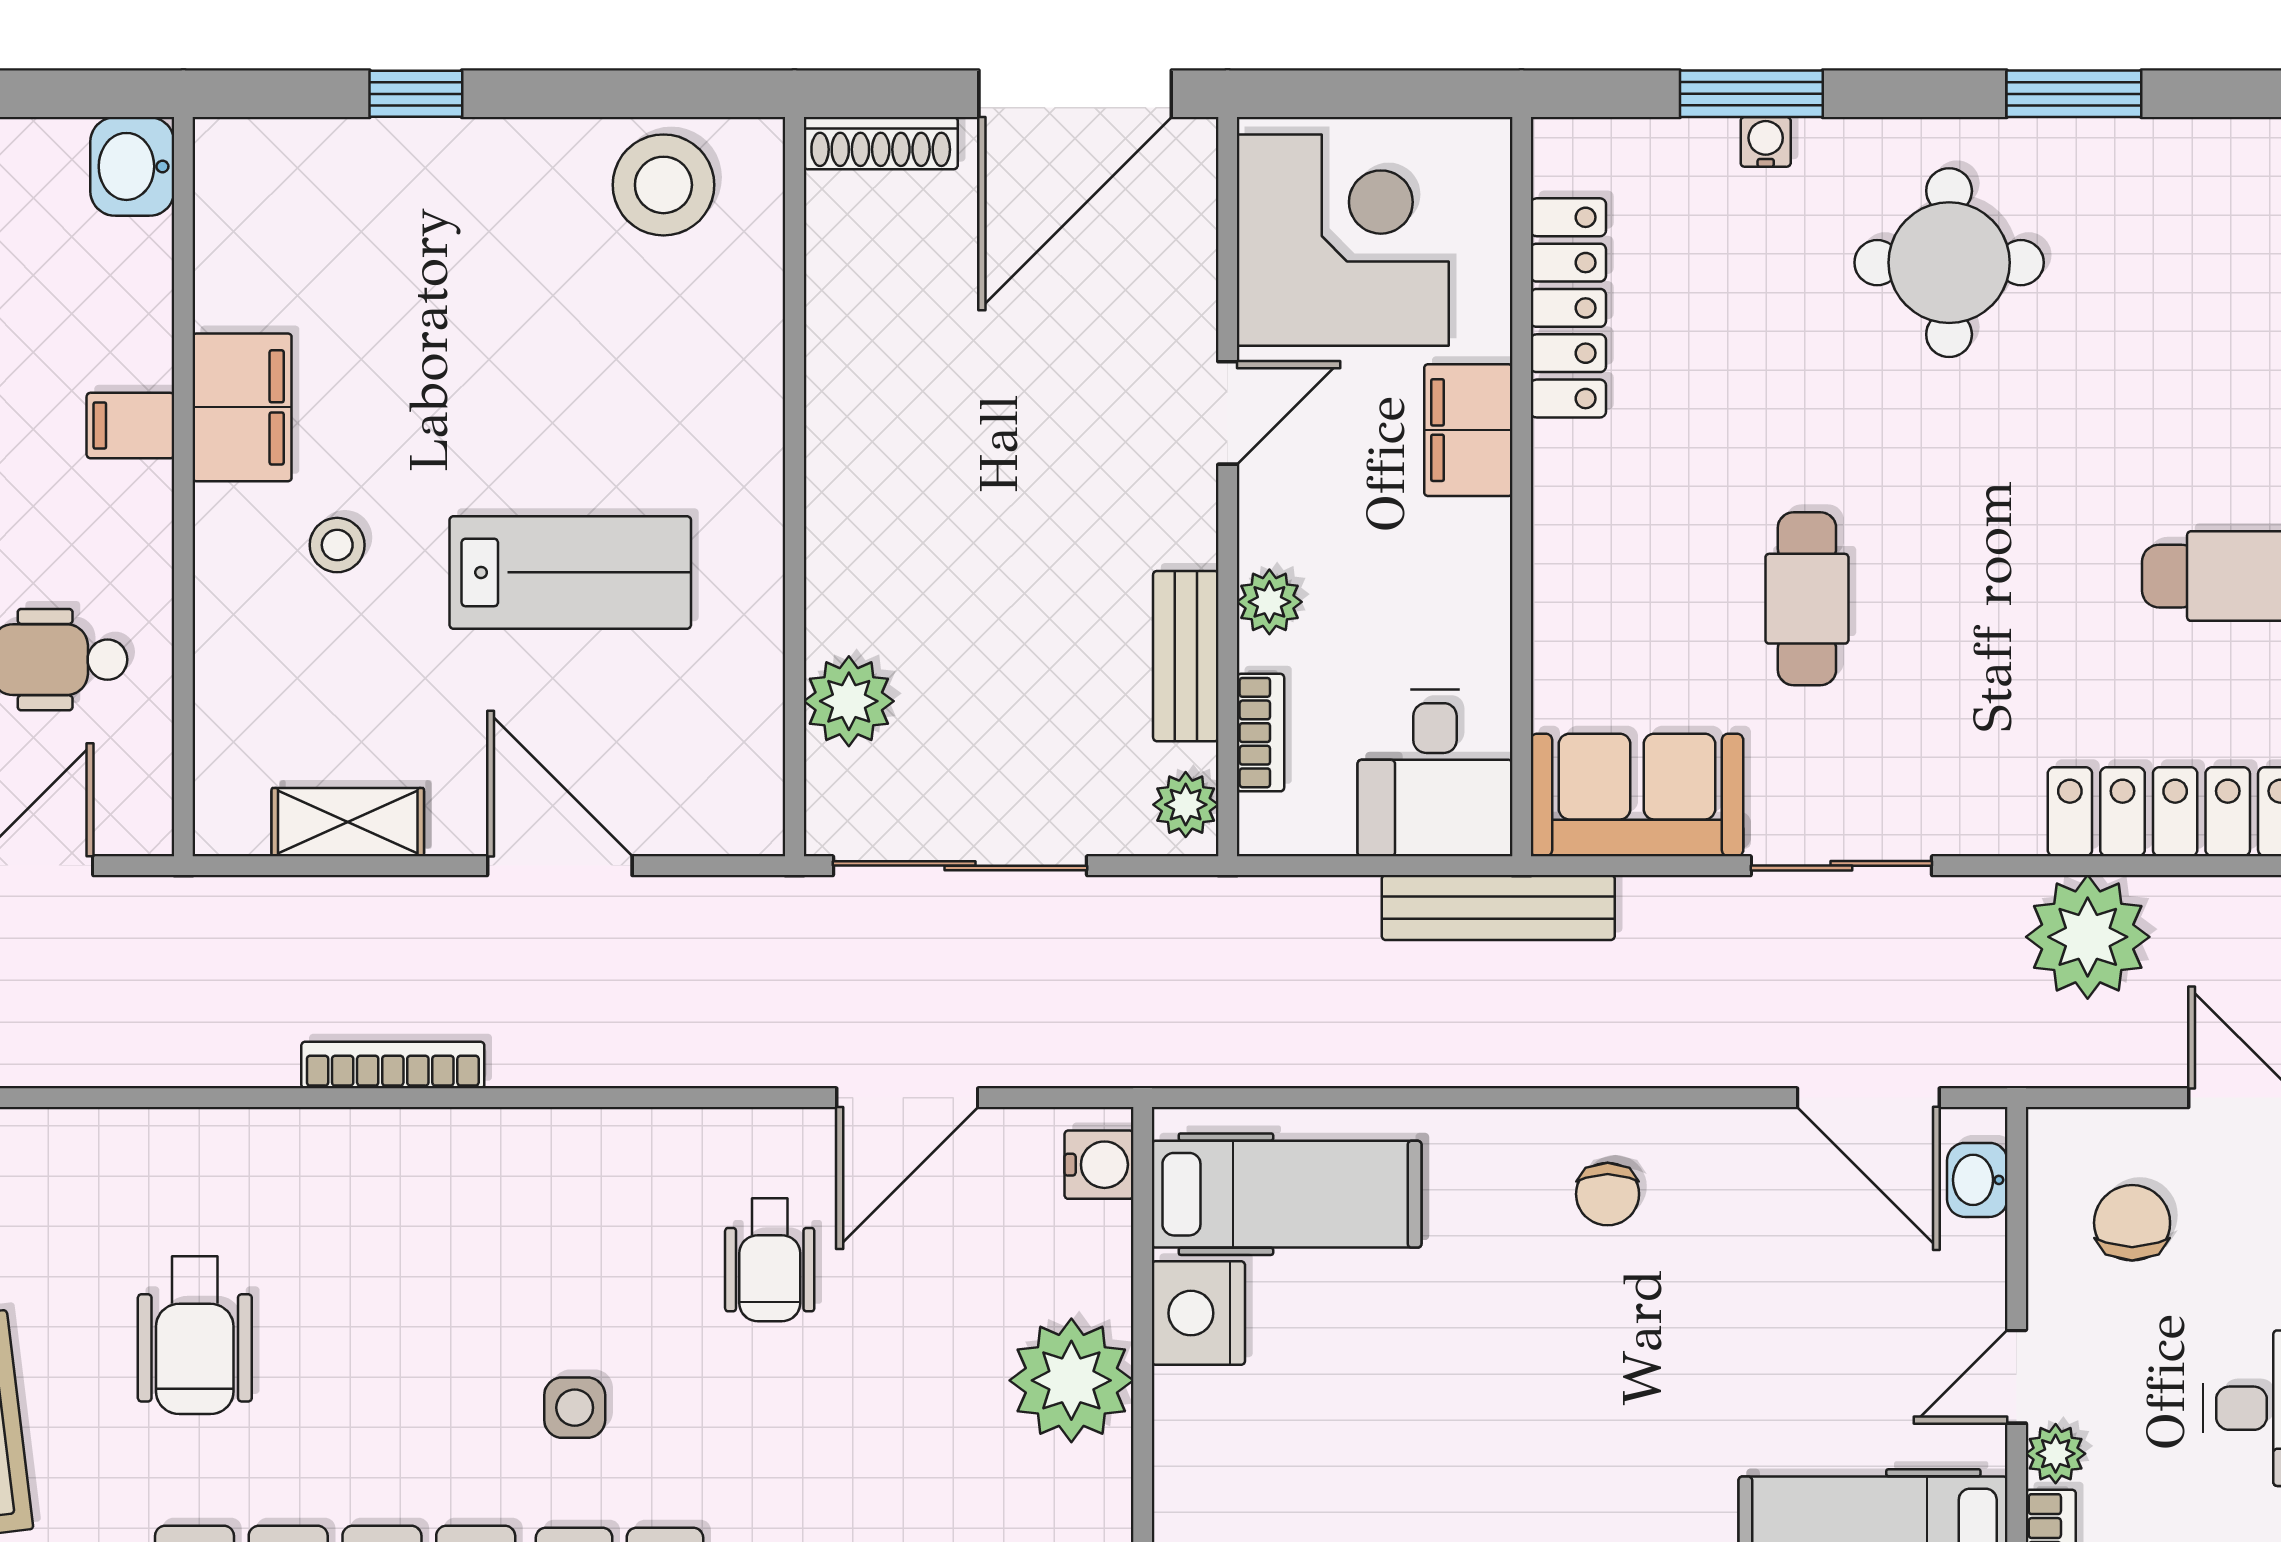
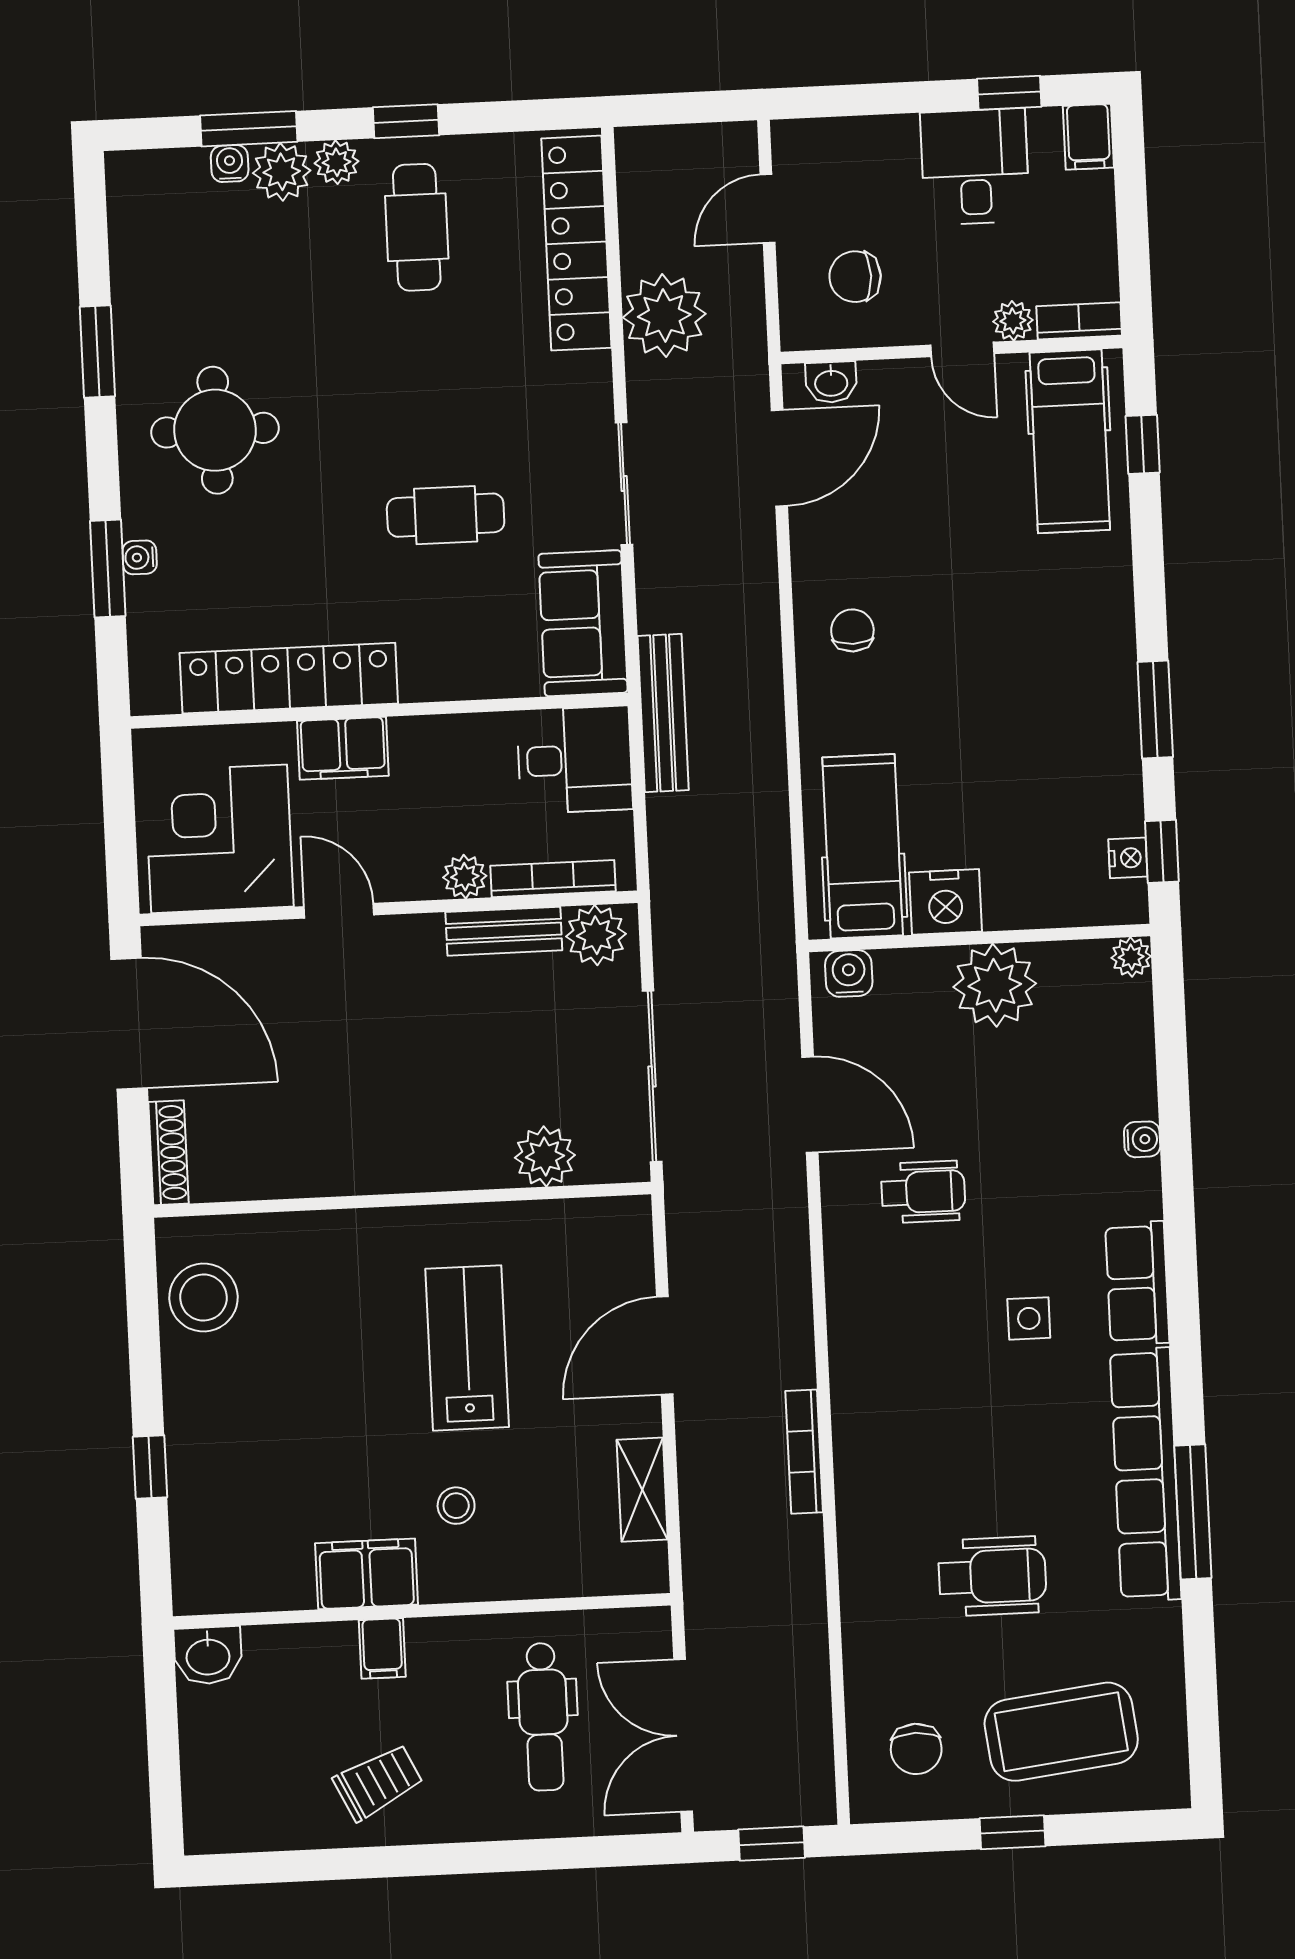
locker: (1568, 308) -> (289, 678), width x1.41, depth x1.21
bookcase: (1260, 733) -> (553, 879), width x1.56
plant: (1186, 805) -> (596, 935), width x1.38, depth x1.38
chair: (1608, 1194) -> (852, 630), turned -90

